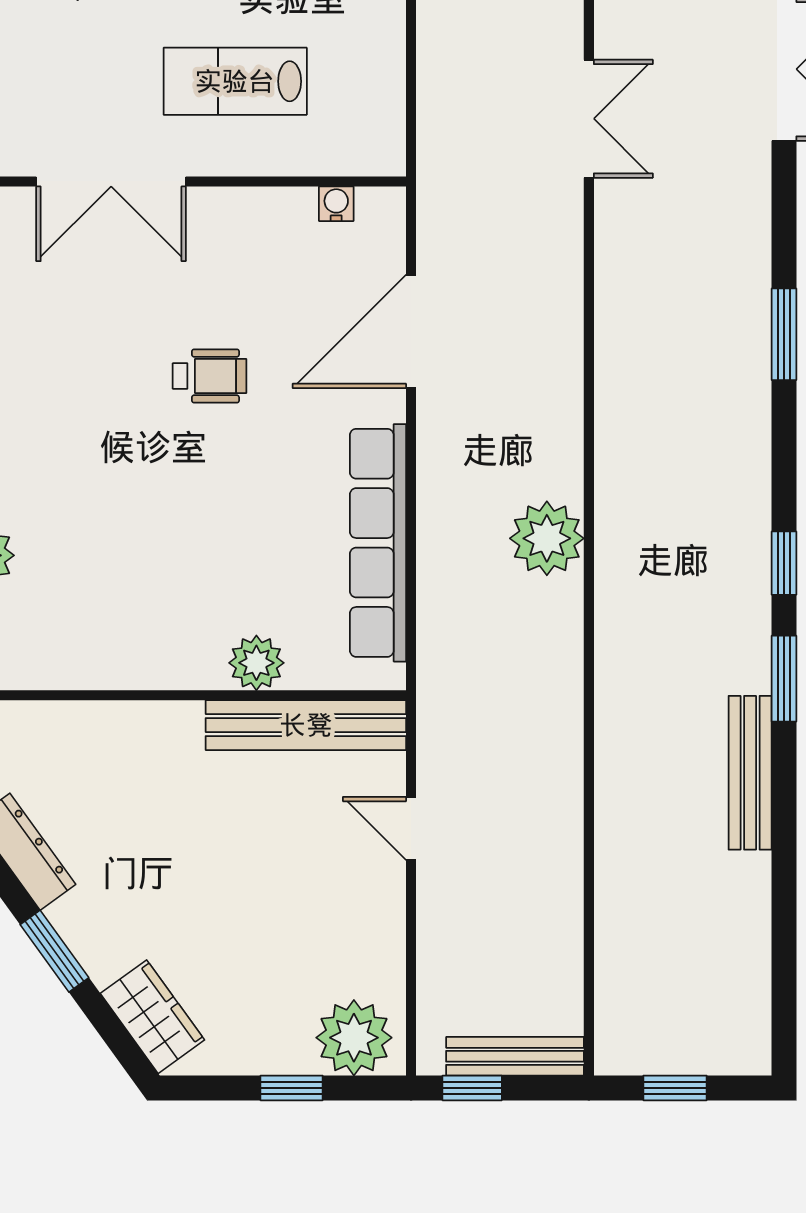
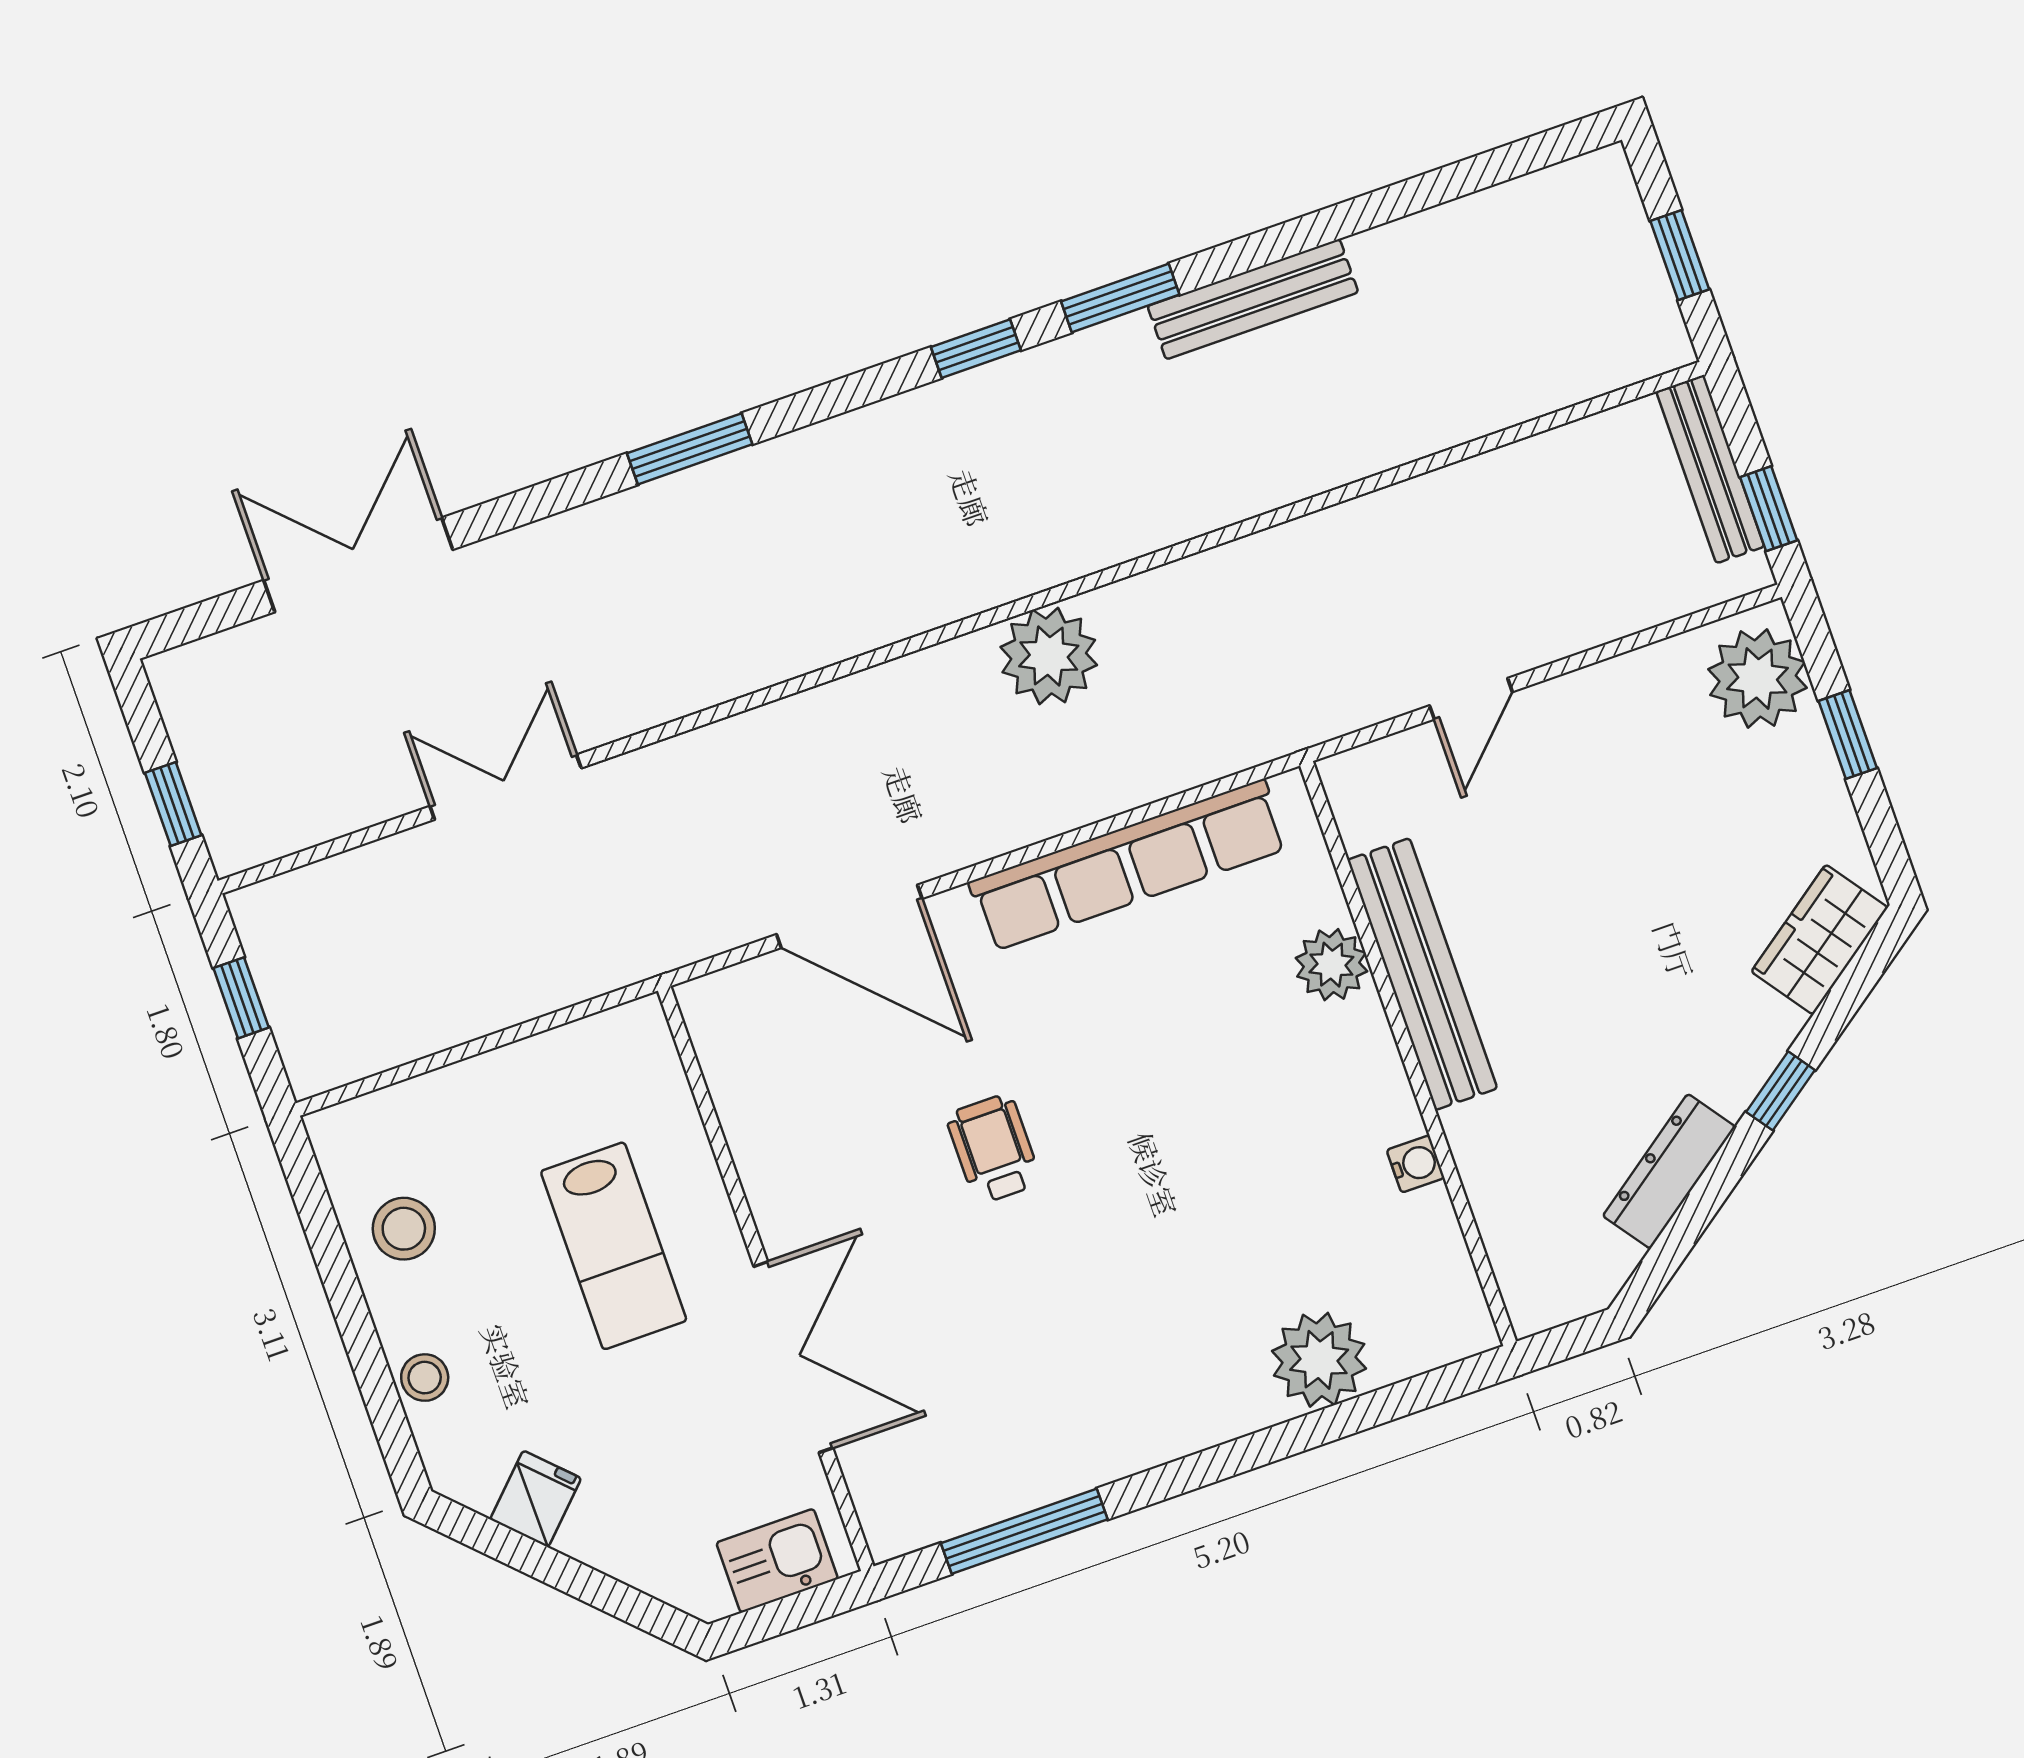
water cooler: (336, 204) -> (1416, 1164), moved, turned 180
bench: (306, 725) -> (1422, 974), moved
window: (54, 951) -> (1781, 1091), width x0.67

